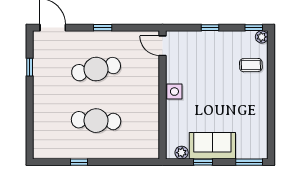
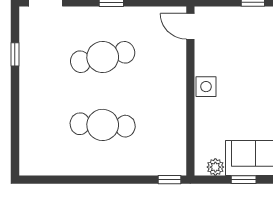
window: (79, 162) -> (170, 180), moved

